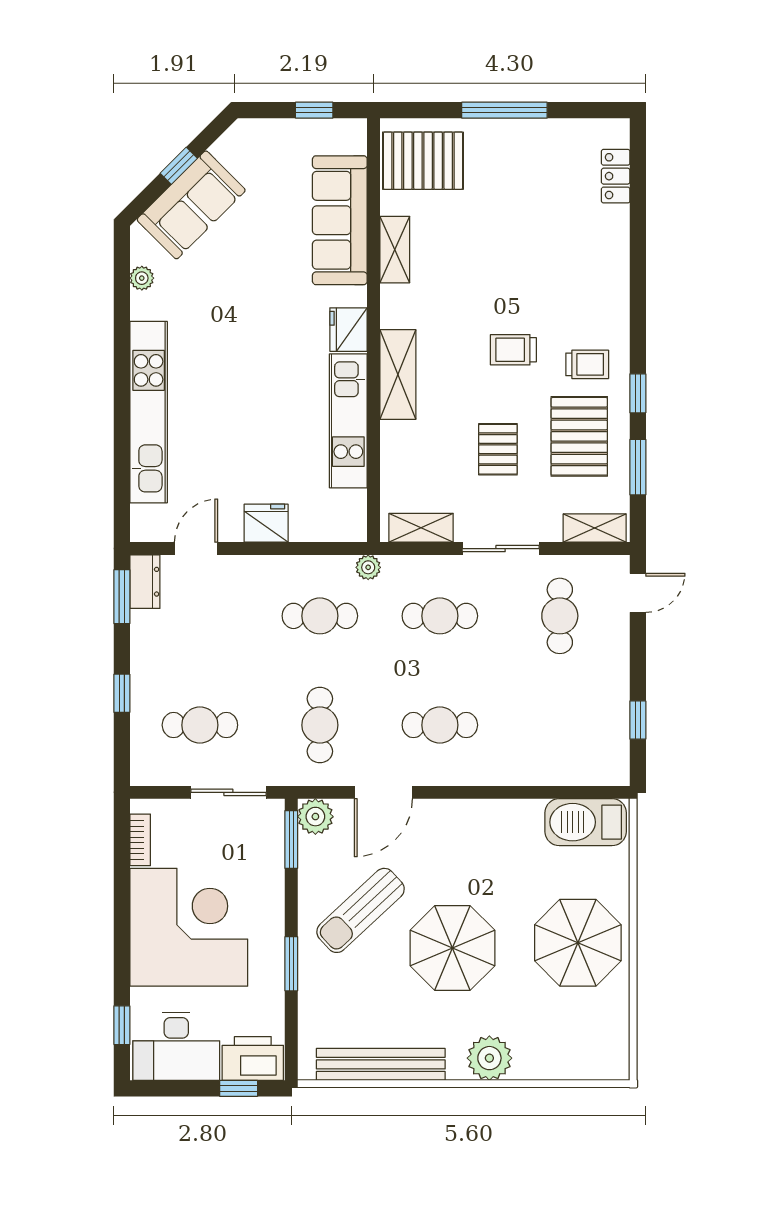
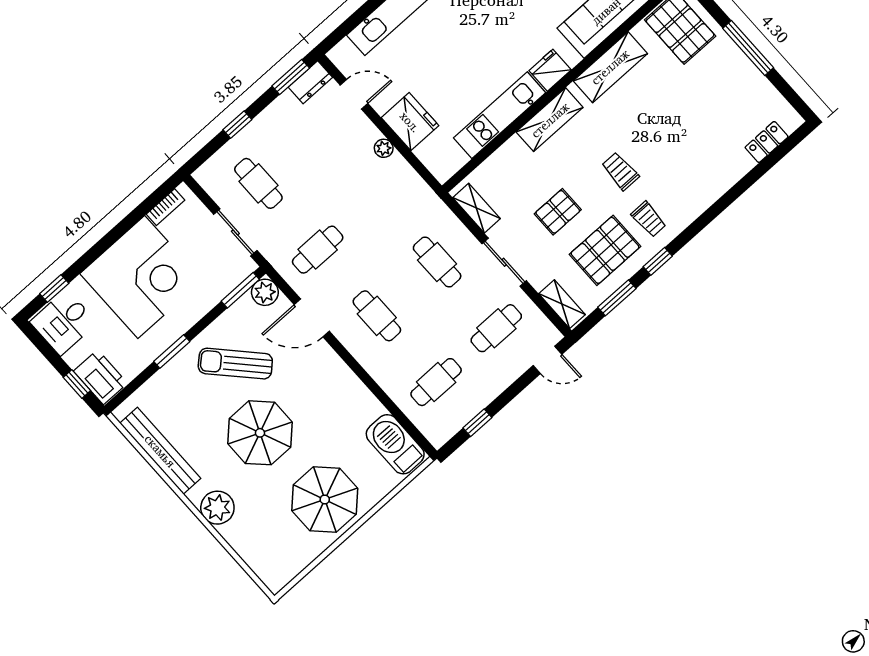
shelving: (395, 250) -> (610, 67), width x1.50, depth x1.33
fridge: (266, 523) -> (410, 122), width x1.36, depth x1.34
plant: (368, 567) -> (384, 148), moved
cafe table: (320, 616) -> (436, 382), moved, turned 90
desk: (176, 1046) -> (64, 322), width x0.73

